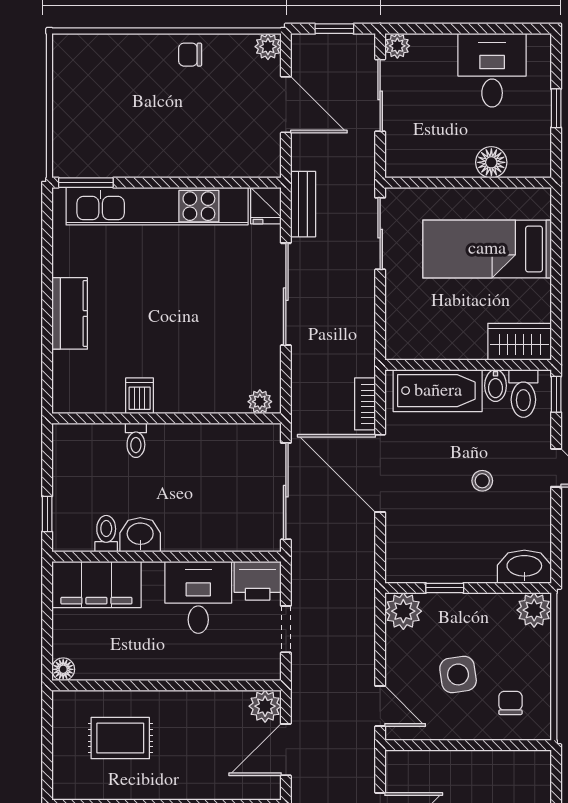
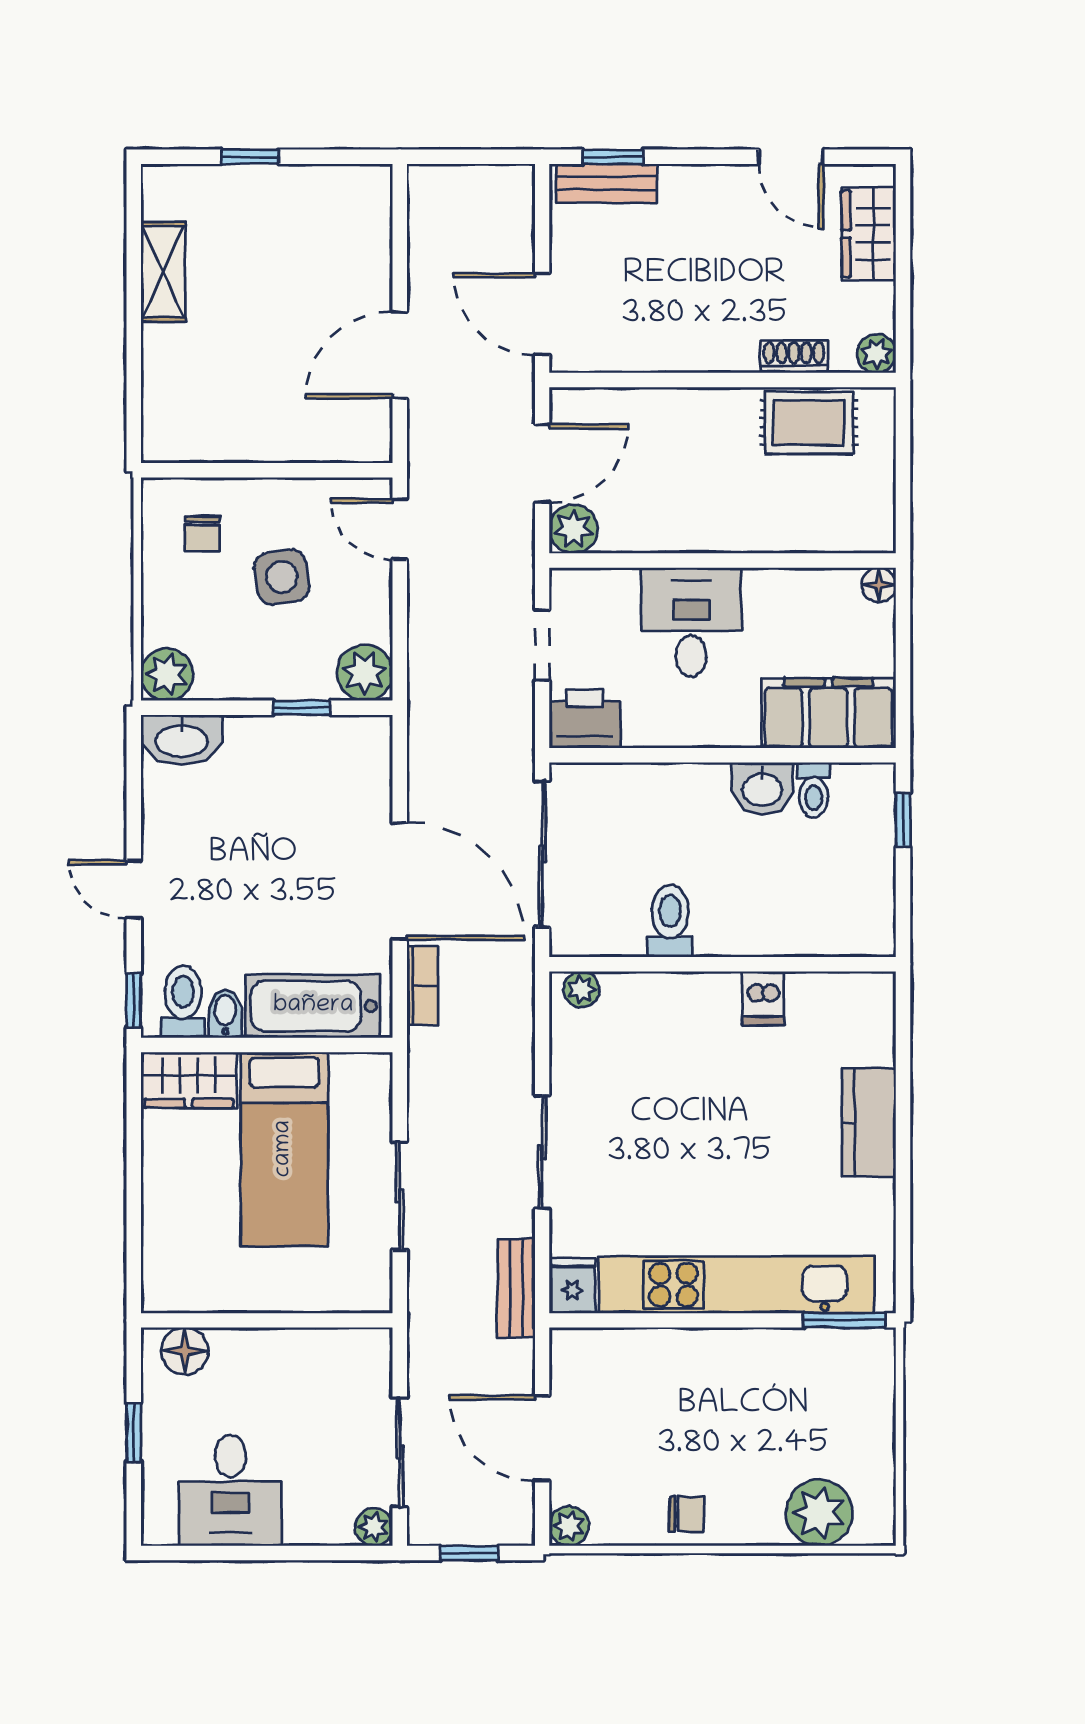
plant: (103, 55) -> (819, 1513), added
floor lamp: (491, 162) -> (185, 1351), moved
sliding door: (380, 234) -> (400, 1196), moved
bed: (487, 249) -> (284, 1149), moved, turned 90
sliding door: (286, 294) -> (542, 1152), width x0.73
toilet: (136, 440) -> (670, 921), moved, width x1.37, depth x1.39
stool: (482, 481) -> (245, 870), removed
desk: (198, 597) -> (691, 622), moved, turned 180
rug: (120, 738) -> (809, 423), moved

